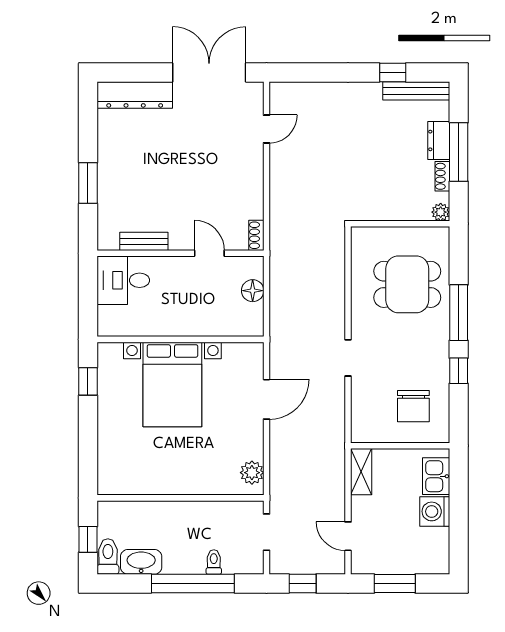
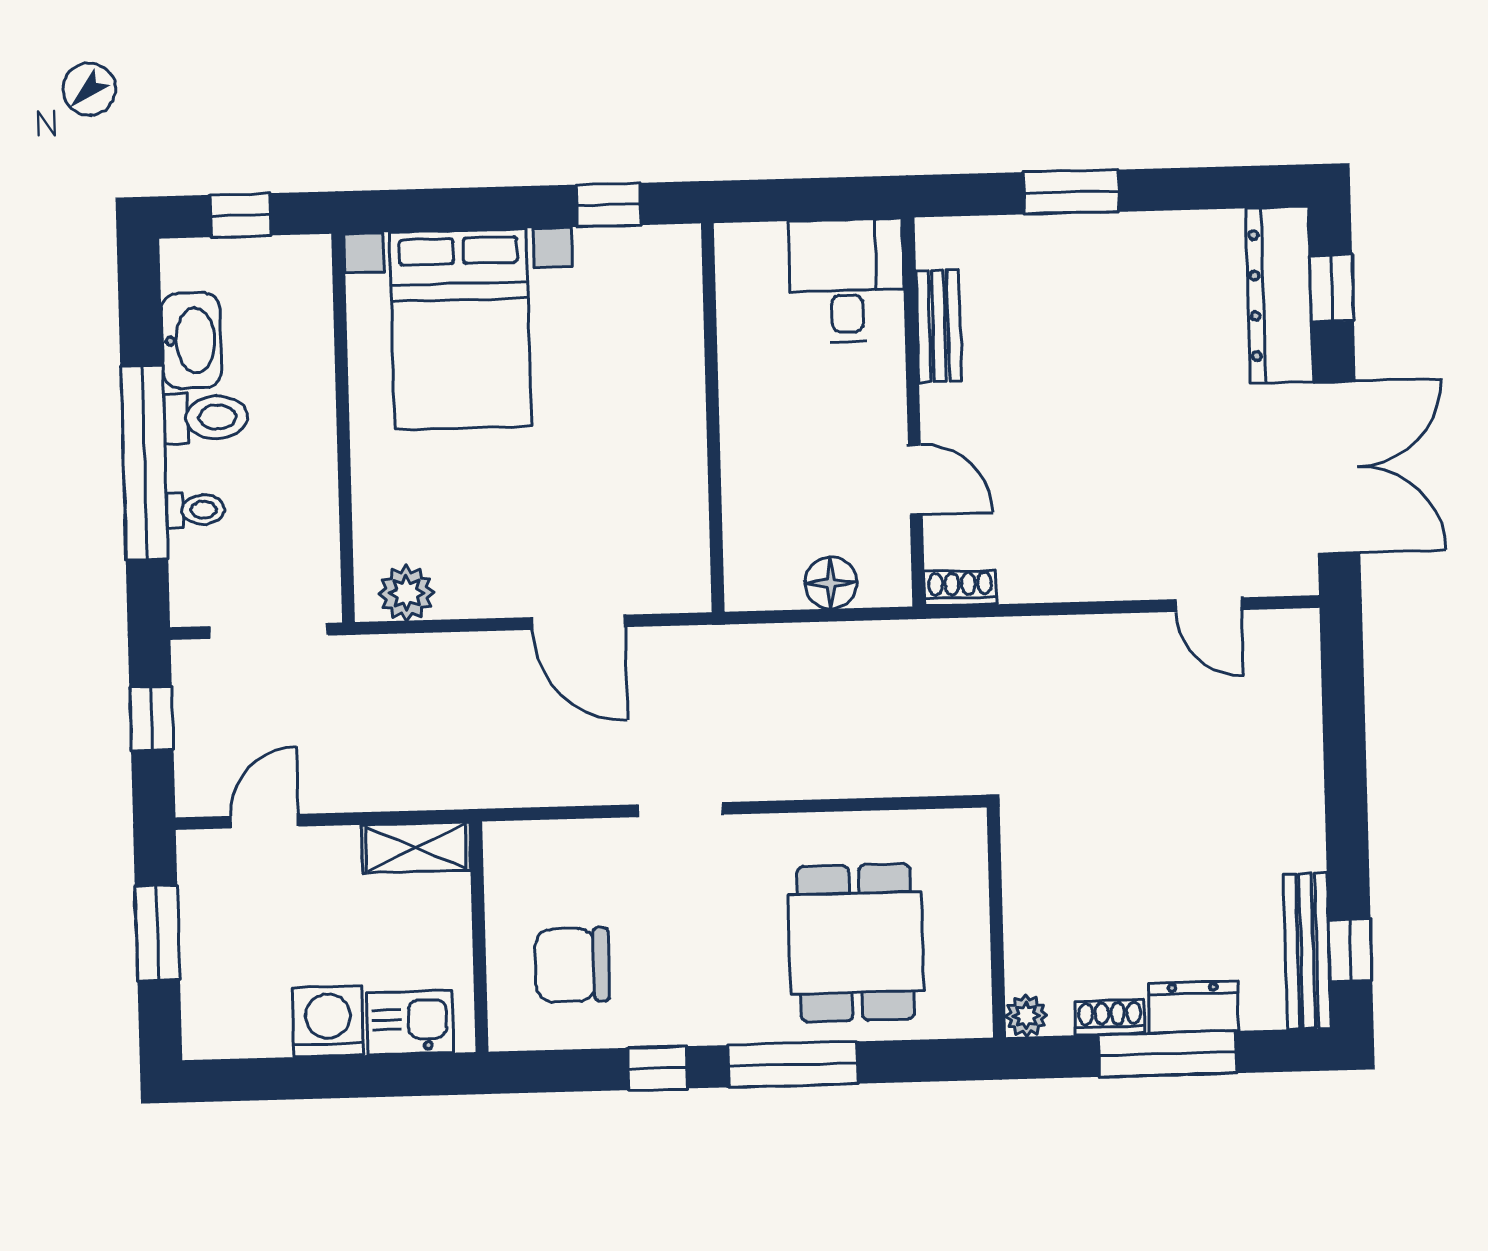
window: (132, 72) -> (1332, 288), added
window: (393, 72) -> (1350, 950), moved
door: (209, 253) -> (915, 480), hinge flipped
bed with nightstands: (172, 384) -> (460, 329), moved, turned -90
doorway: (266, 532) -> (269, 631), width x1.38
toilet: (108, 557) -> (206, 418), moved

